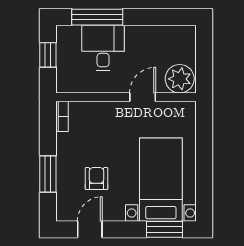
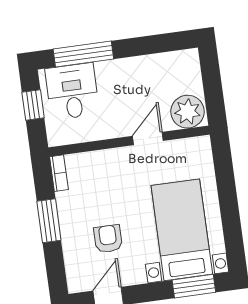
desk: (103, 48) -> (72, 91), moved
window: (48, 174) -> (49, 221), moved

